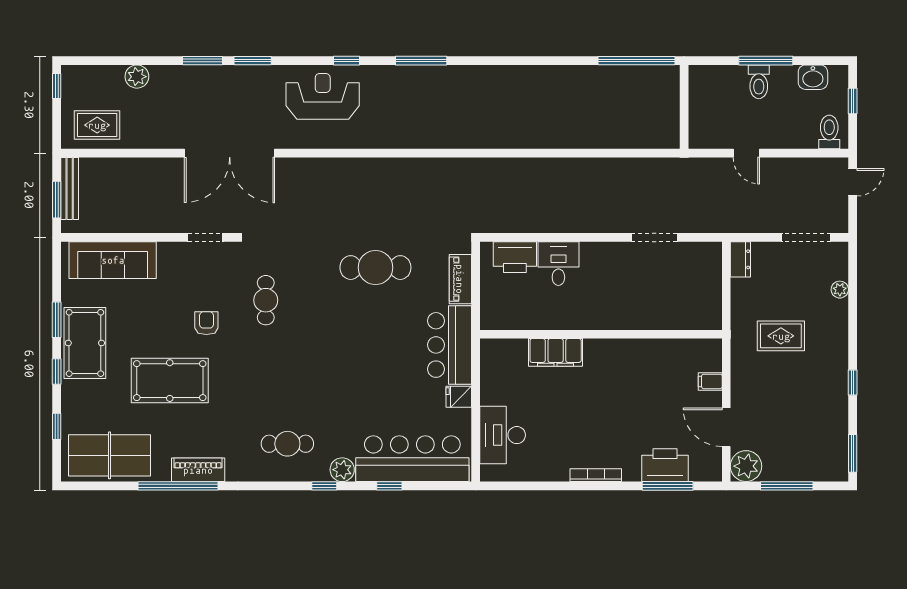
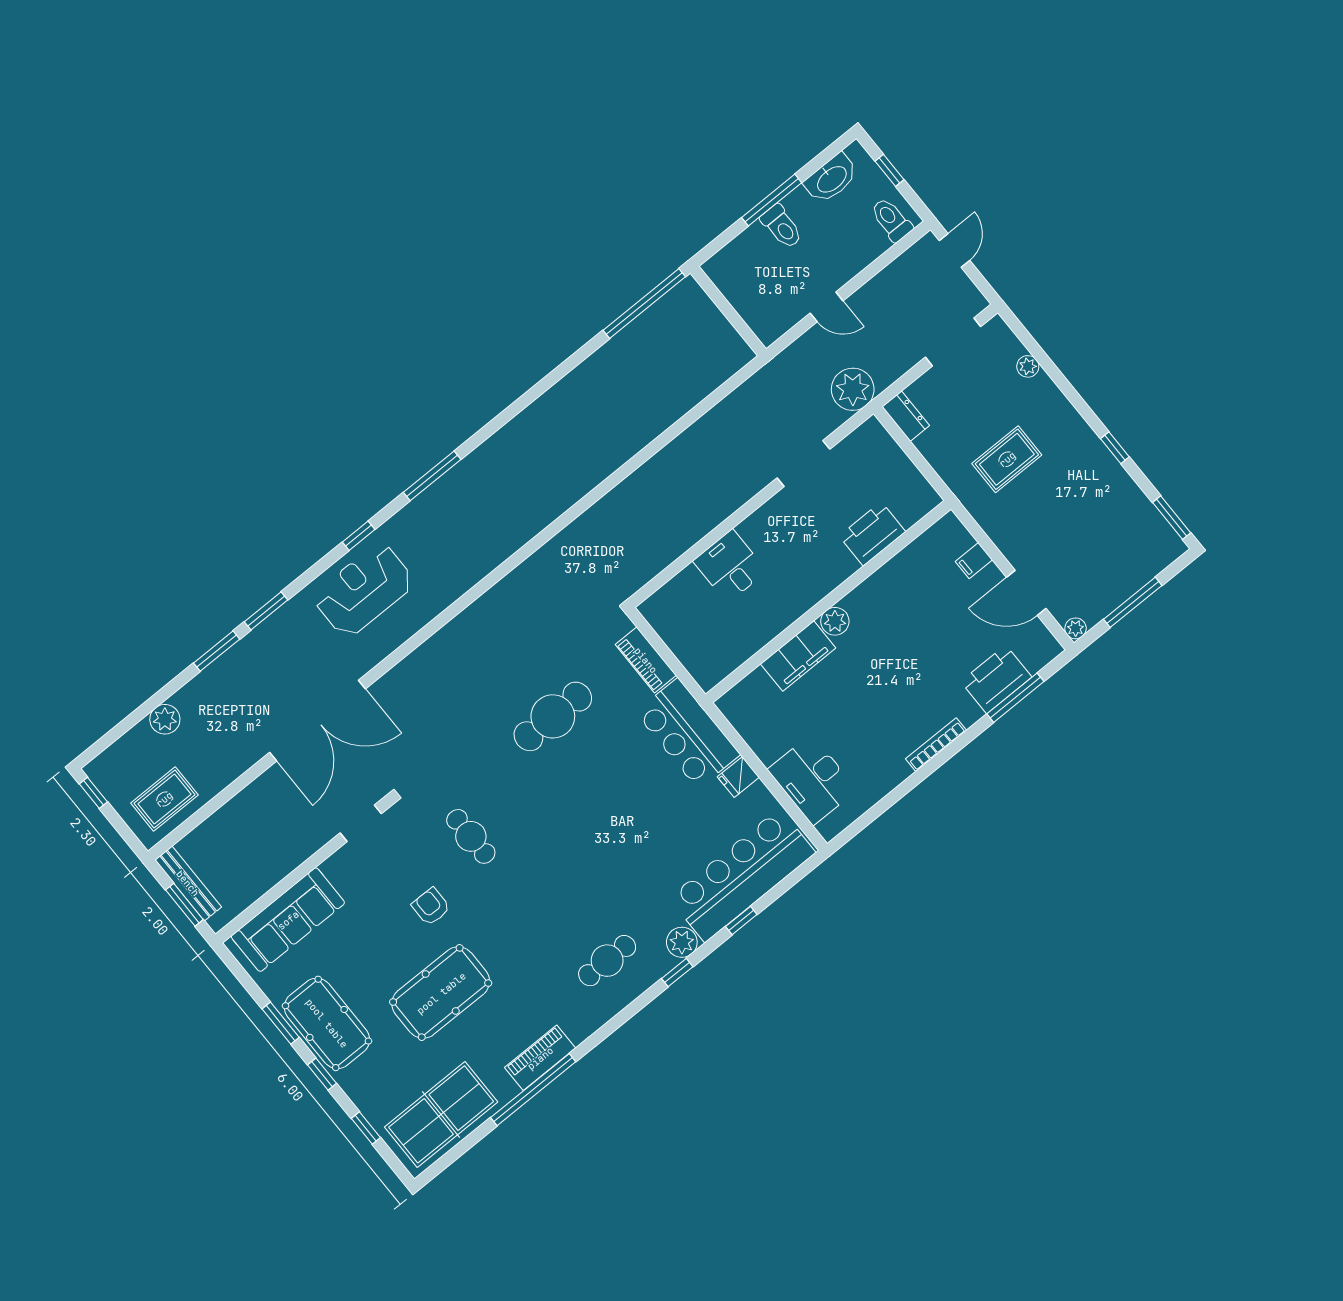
washbasin: (813, 77) -> (831, 179), width x1.38
plant: (721, 216) -> (853, 389), added
printer: (515, 257) -> (872, 534), moved, turned 180
plant: (595, 350) -> (835, 621), added
plant: (746, 466) -> (1076, 628), width x0.53, depth x0.53

